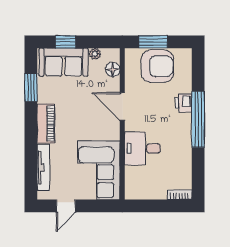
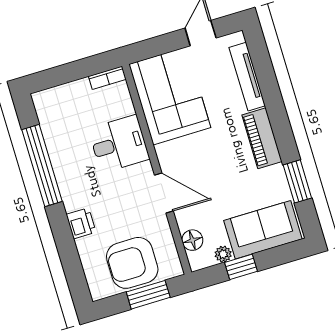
window: (65, 42) -> (241, 267), moved
window: (198, 119) -> (42, 165), moved
bookcase: (180, 195) -> (107, 78), moved

